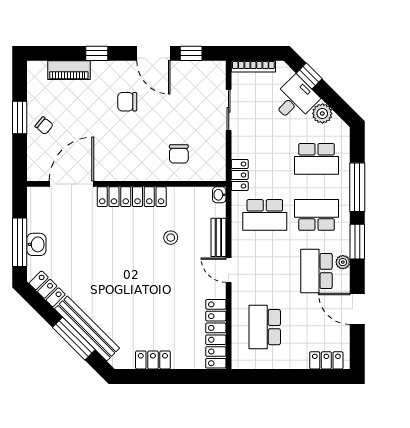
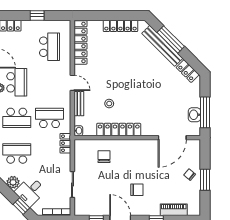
locker: (132, 197) -> (119, 130), moved
window: (20, 242) -> (205, 112), moved
washbasin: (36, 244) -> (194, 115), moved
locker: (153, 360) -> (120, 26), width x1.53
window: (284, 376) -> (37, 15), added

